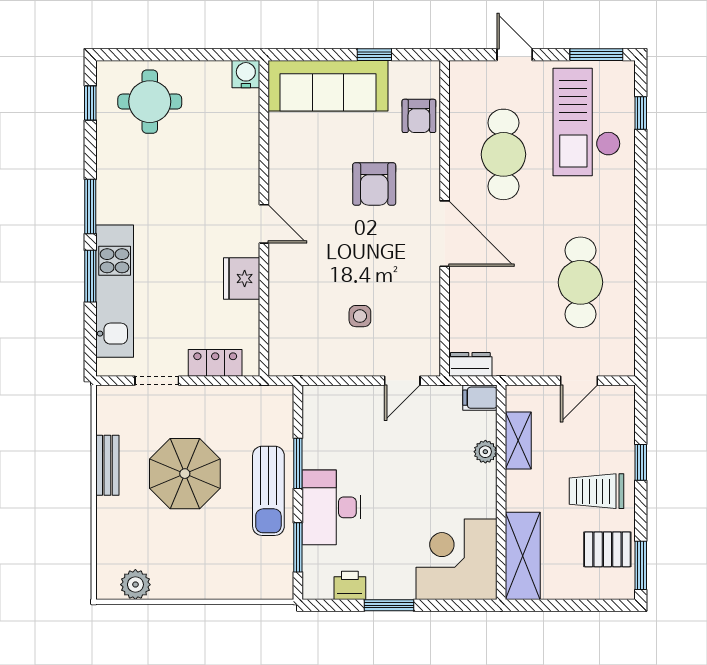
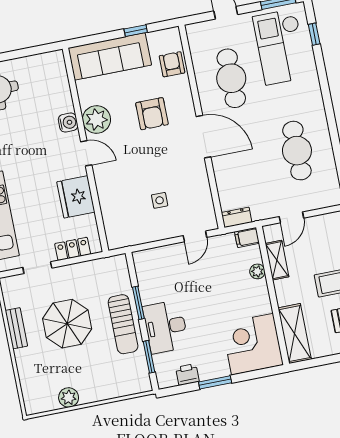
water cooler: (246, 74) -> (68, 123), moved, turned 90
armchair: (419, 116) -> (172, 64), turned 180
plant: (289, 176) -> (97, 119), added
fridge: (242, 279) -> (76, 197), width x1.36, depth x1.34
door: (579, 381) -> (291, 217), moved
plant: (135, 585) -> (69, 397), moved

